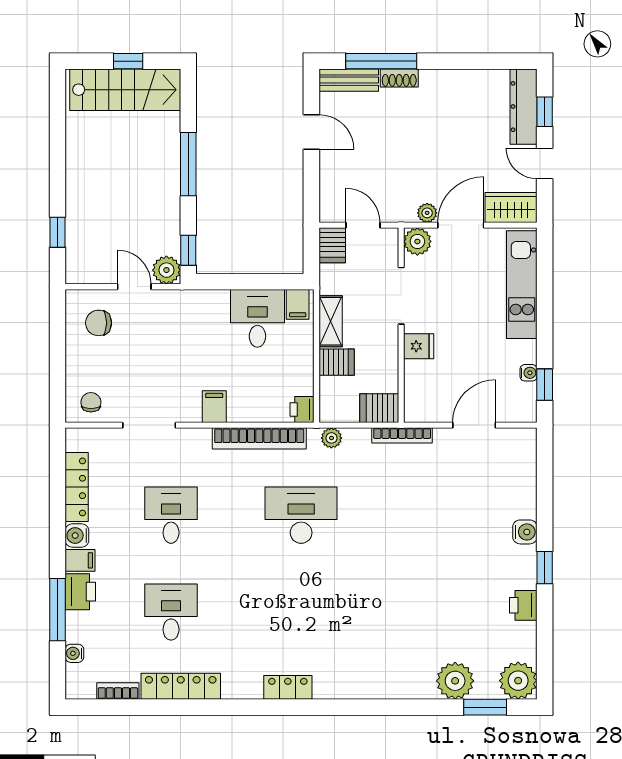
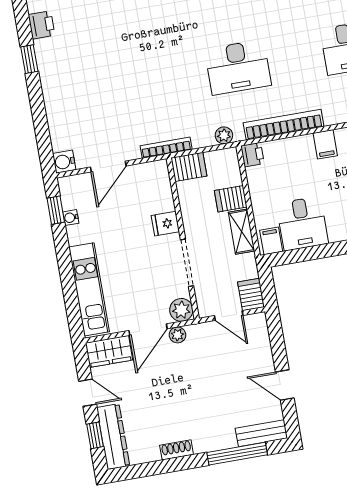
shoe rack: (399, 78) -> (177, 450), moved
water cooler: (525, 532) -> (64, 162), moved

